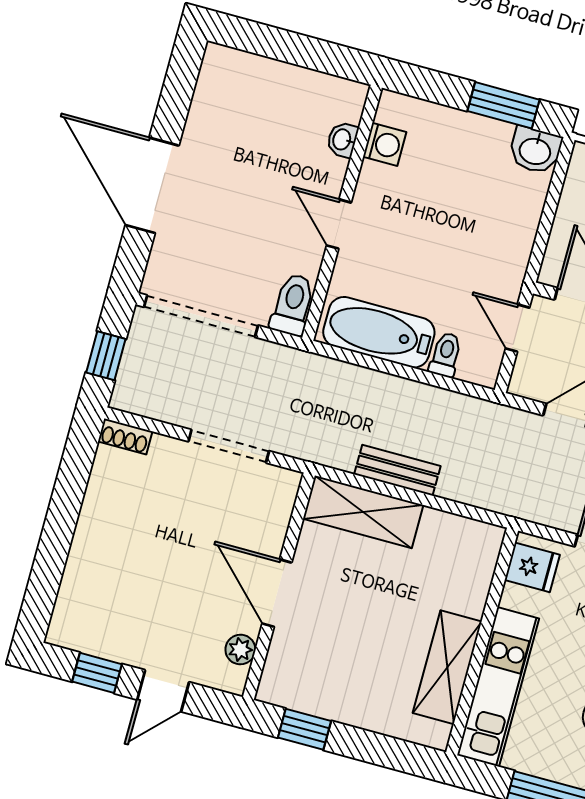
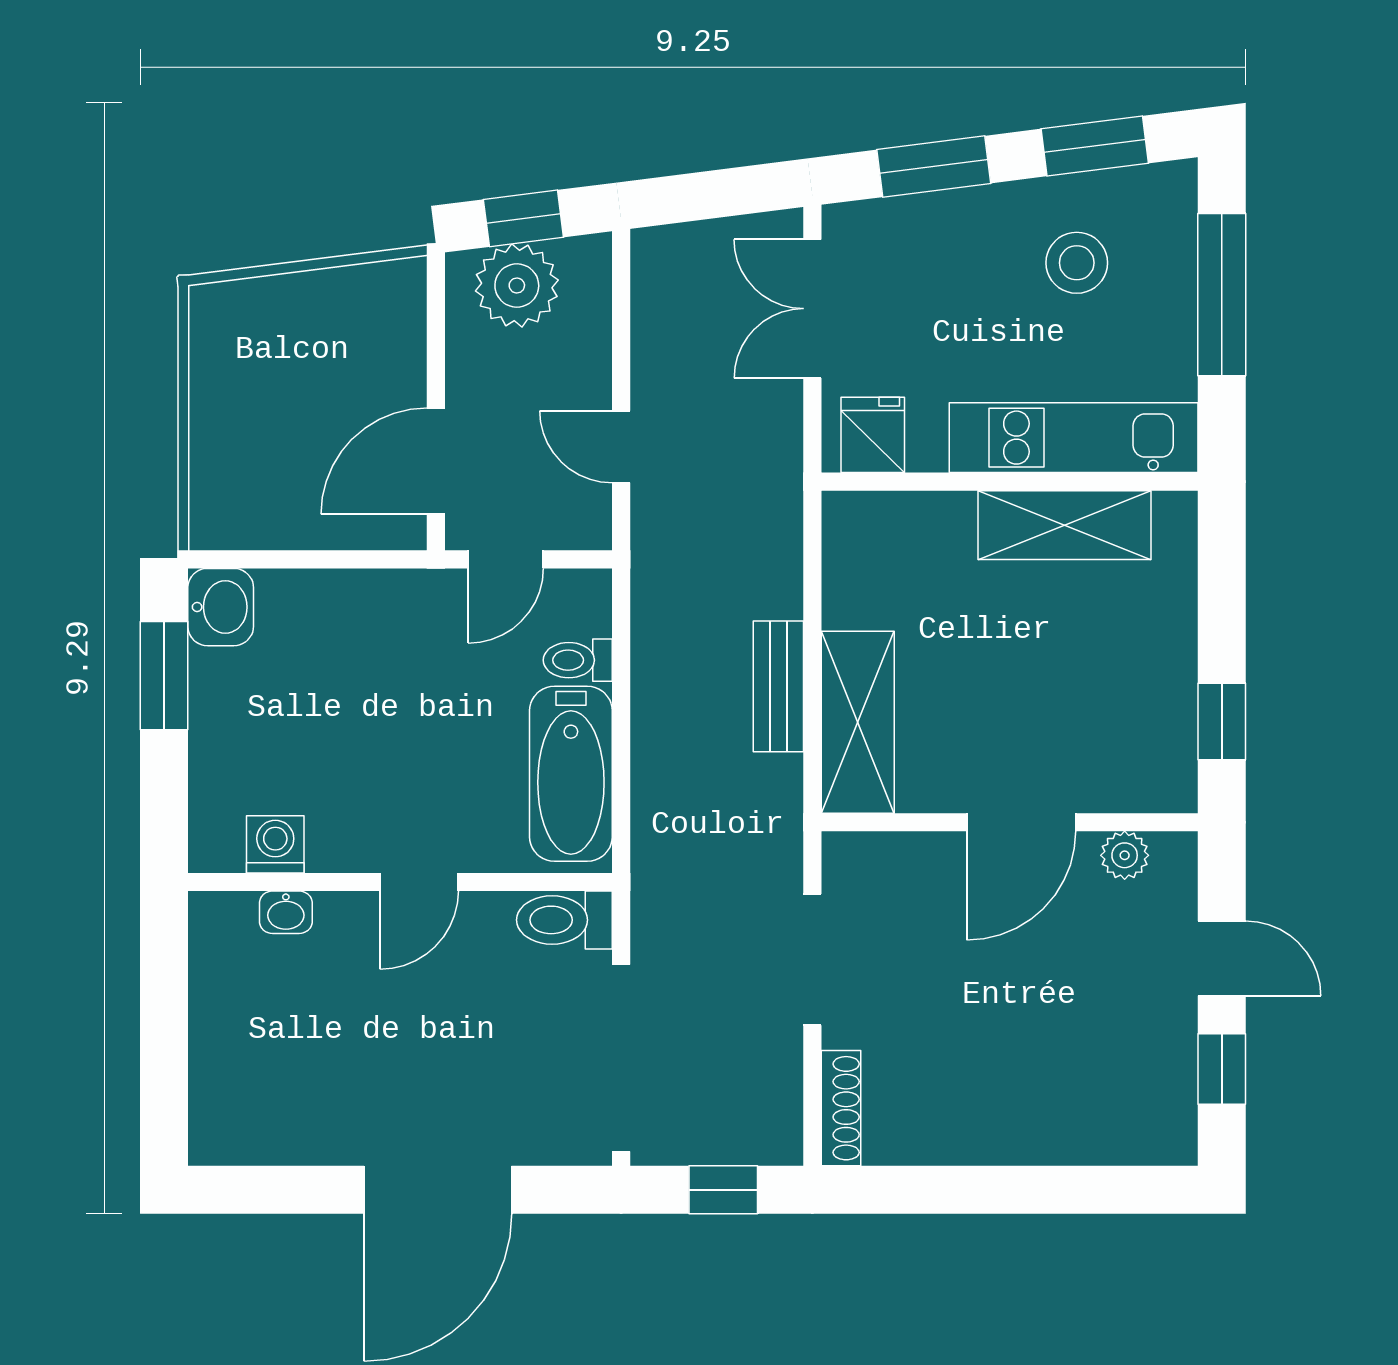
shoe rack: (125, 436) -> (841, 1108), width x1.43

